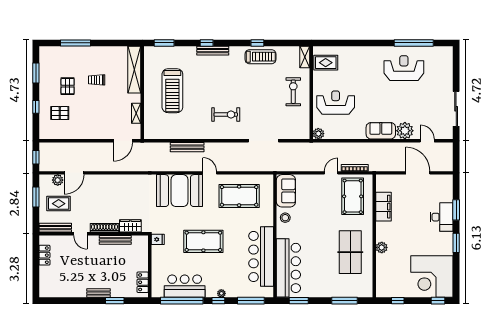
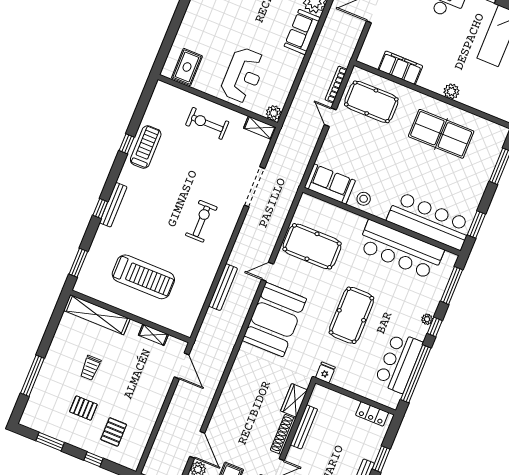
shelving: (305, 57) -> (260, 128), moved
reception desk: (336, 103) -> (243, 75), turned 180
pool table: (239, 196) -> (312, 246), turned 90

